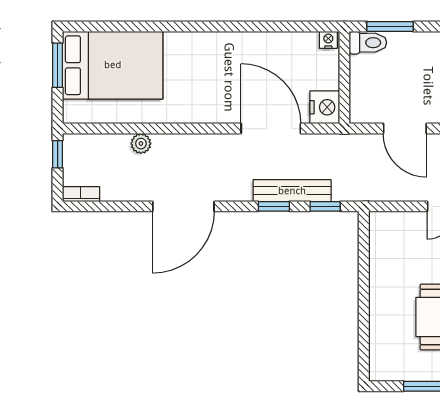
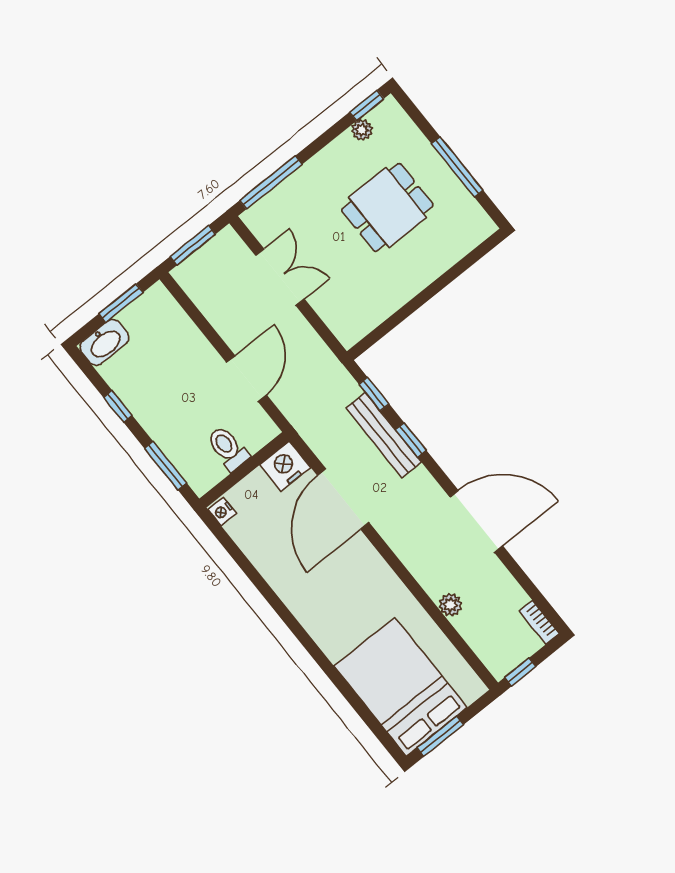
toilet: (368, 43) -> (228, 448), moved

